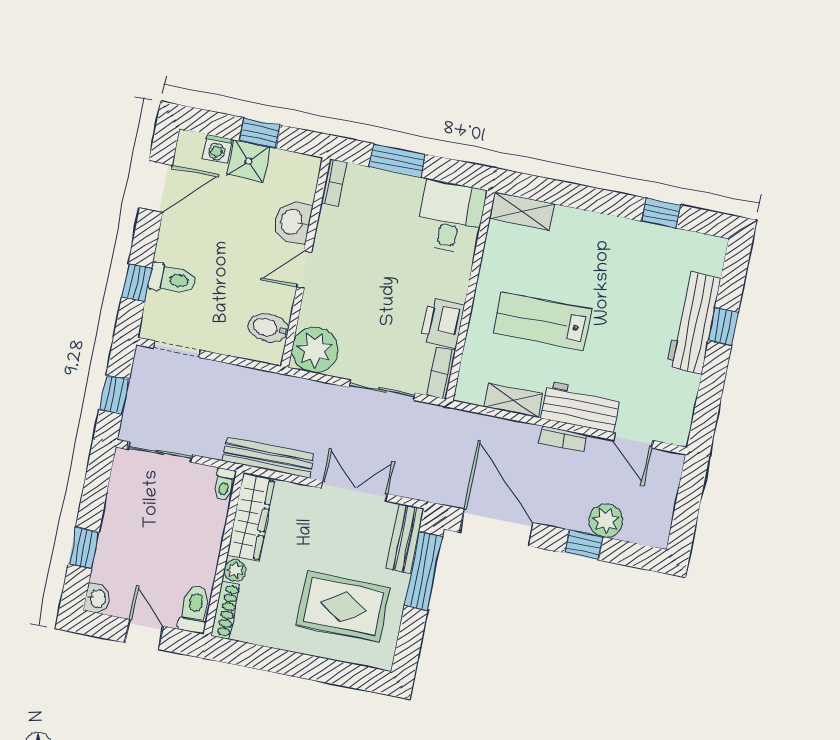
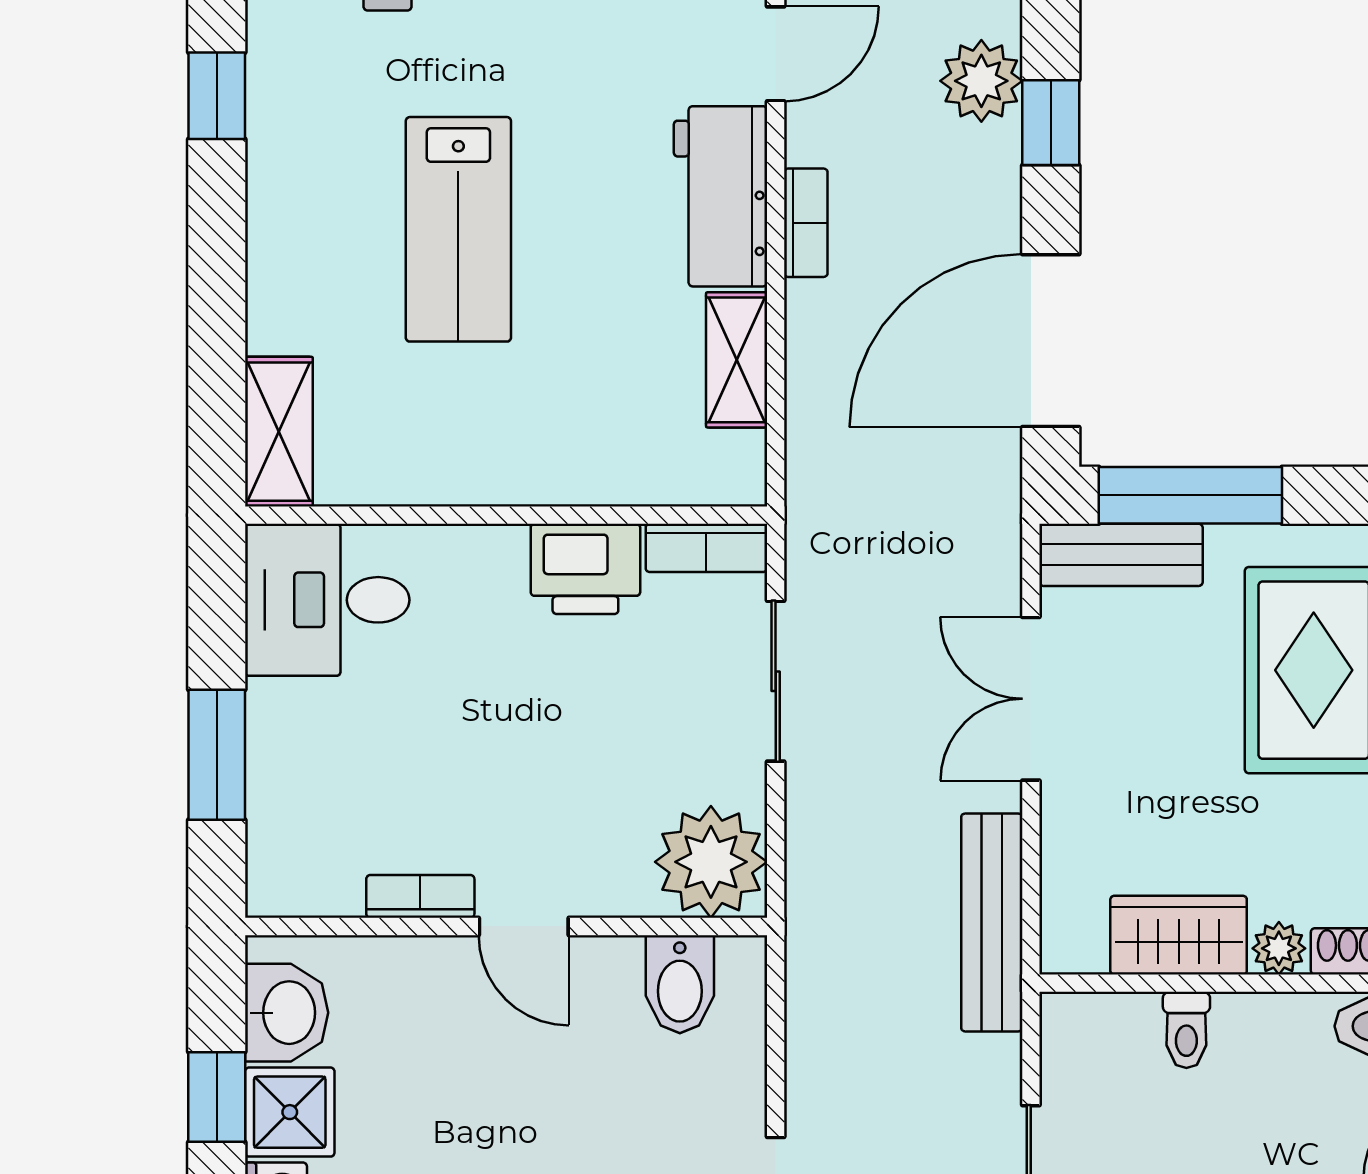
bookcase: (334, 182) -> (420, 896), moved
washbasin: (293, 222) -> (287, 1013), moved, turned -90
lab bench: (542, 321) -> (458, 229), moved
toilet: (224, 484) -> (1186, 1030), moved, turned 90
wardrobe: (251, 518) -> (1179, 935), width x0.67

